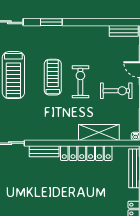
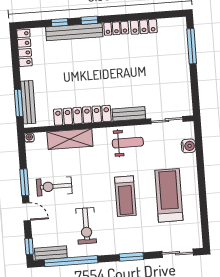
window: (106, 22) -> (71, 261), added
exercise bike: (80, 82) -> (86, 226), moved
weight bench: (47, 125) -> (128, 143), added

